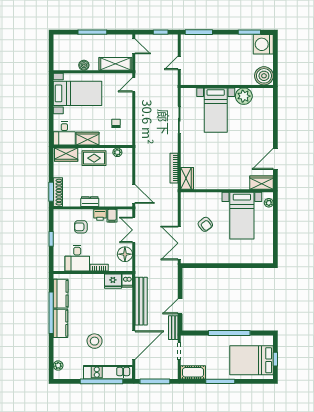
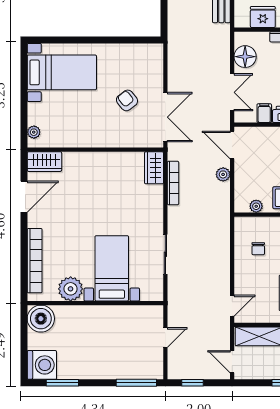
bookcase: (268, 115) -> (35, 261), added
plant: (140, 174) -> (223, 174), added
bed with nightstands: (242, 216) -> (62, 72), moved, turned 90
double door: (179, 243) -> (165, 117), moved
dishwasher: (127, 281) -> (242, 18), removed

